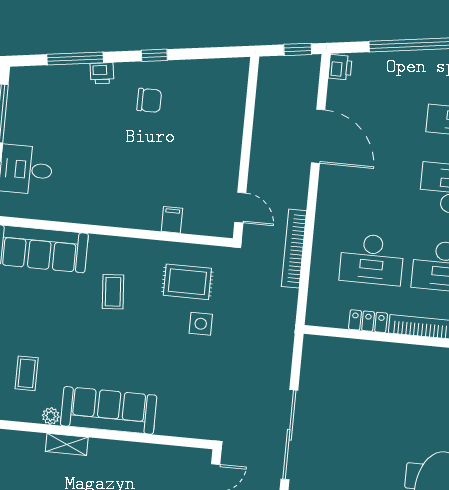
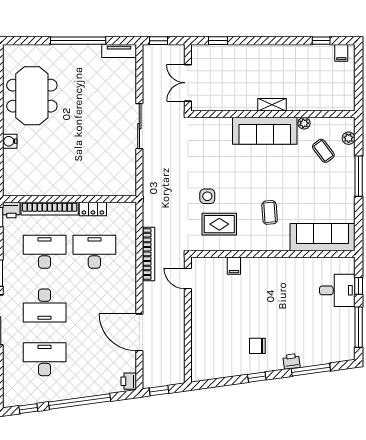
coffee table: (27, 373) -> (323, 151), turned -37
sliding door: (289, 435) -> (139, 126), width x0.73
shelving: (67, 444) -> (272, 105), moved

